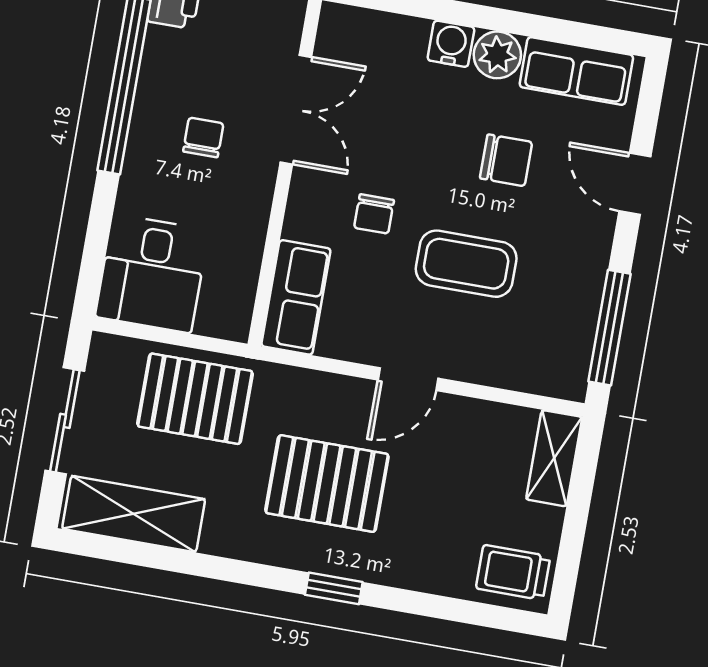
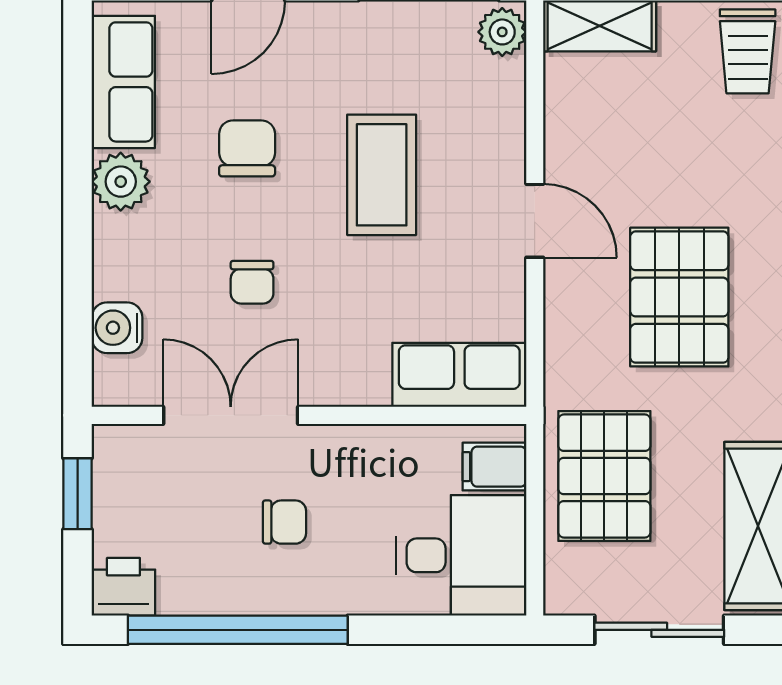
water cooler: (451, 44) -> (117, 328), moved
chair: (203, 138) -> (284, 522), turned 180
chair: (374, 214) -> (252, 282), moved, turned 90
filing cabinet: (218, 312) -> (494, 467), added
plant: (563, 380) -> (502, 32), added

